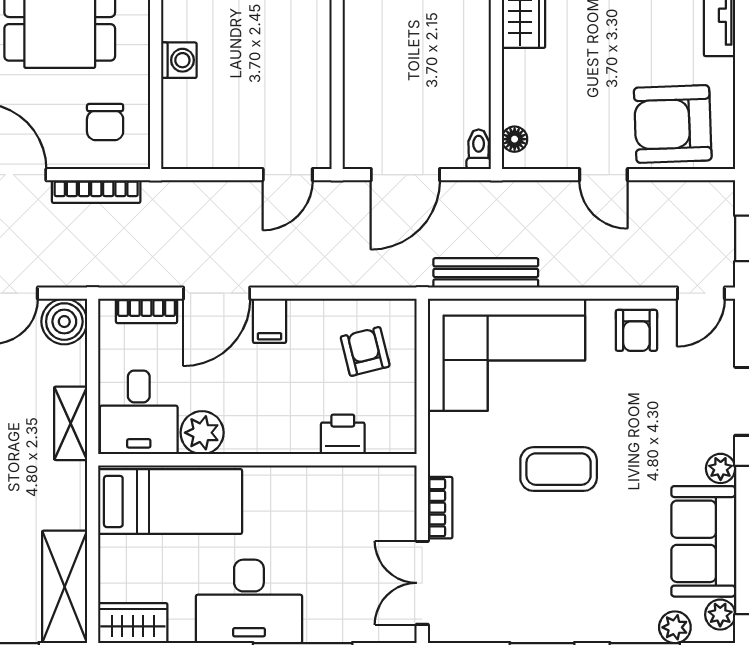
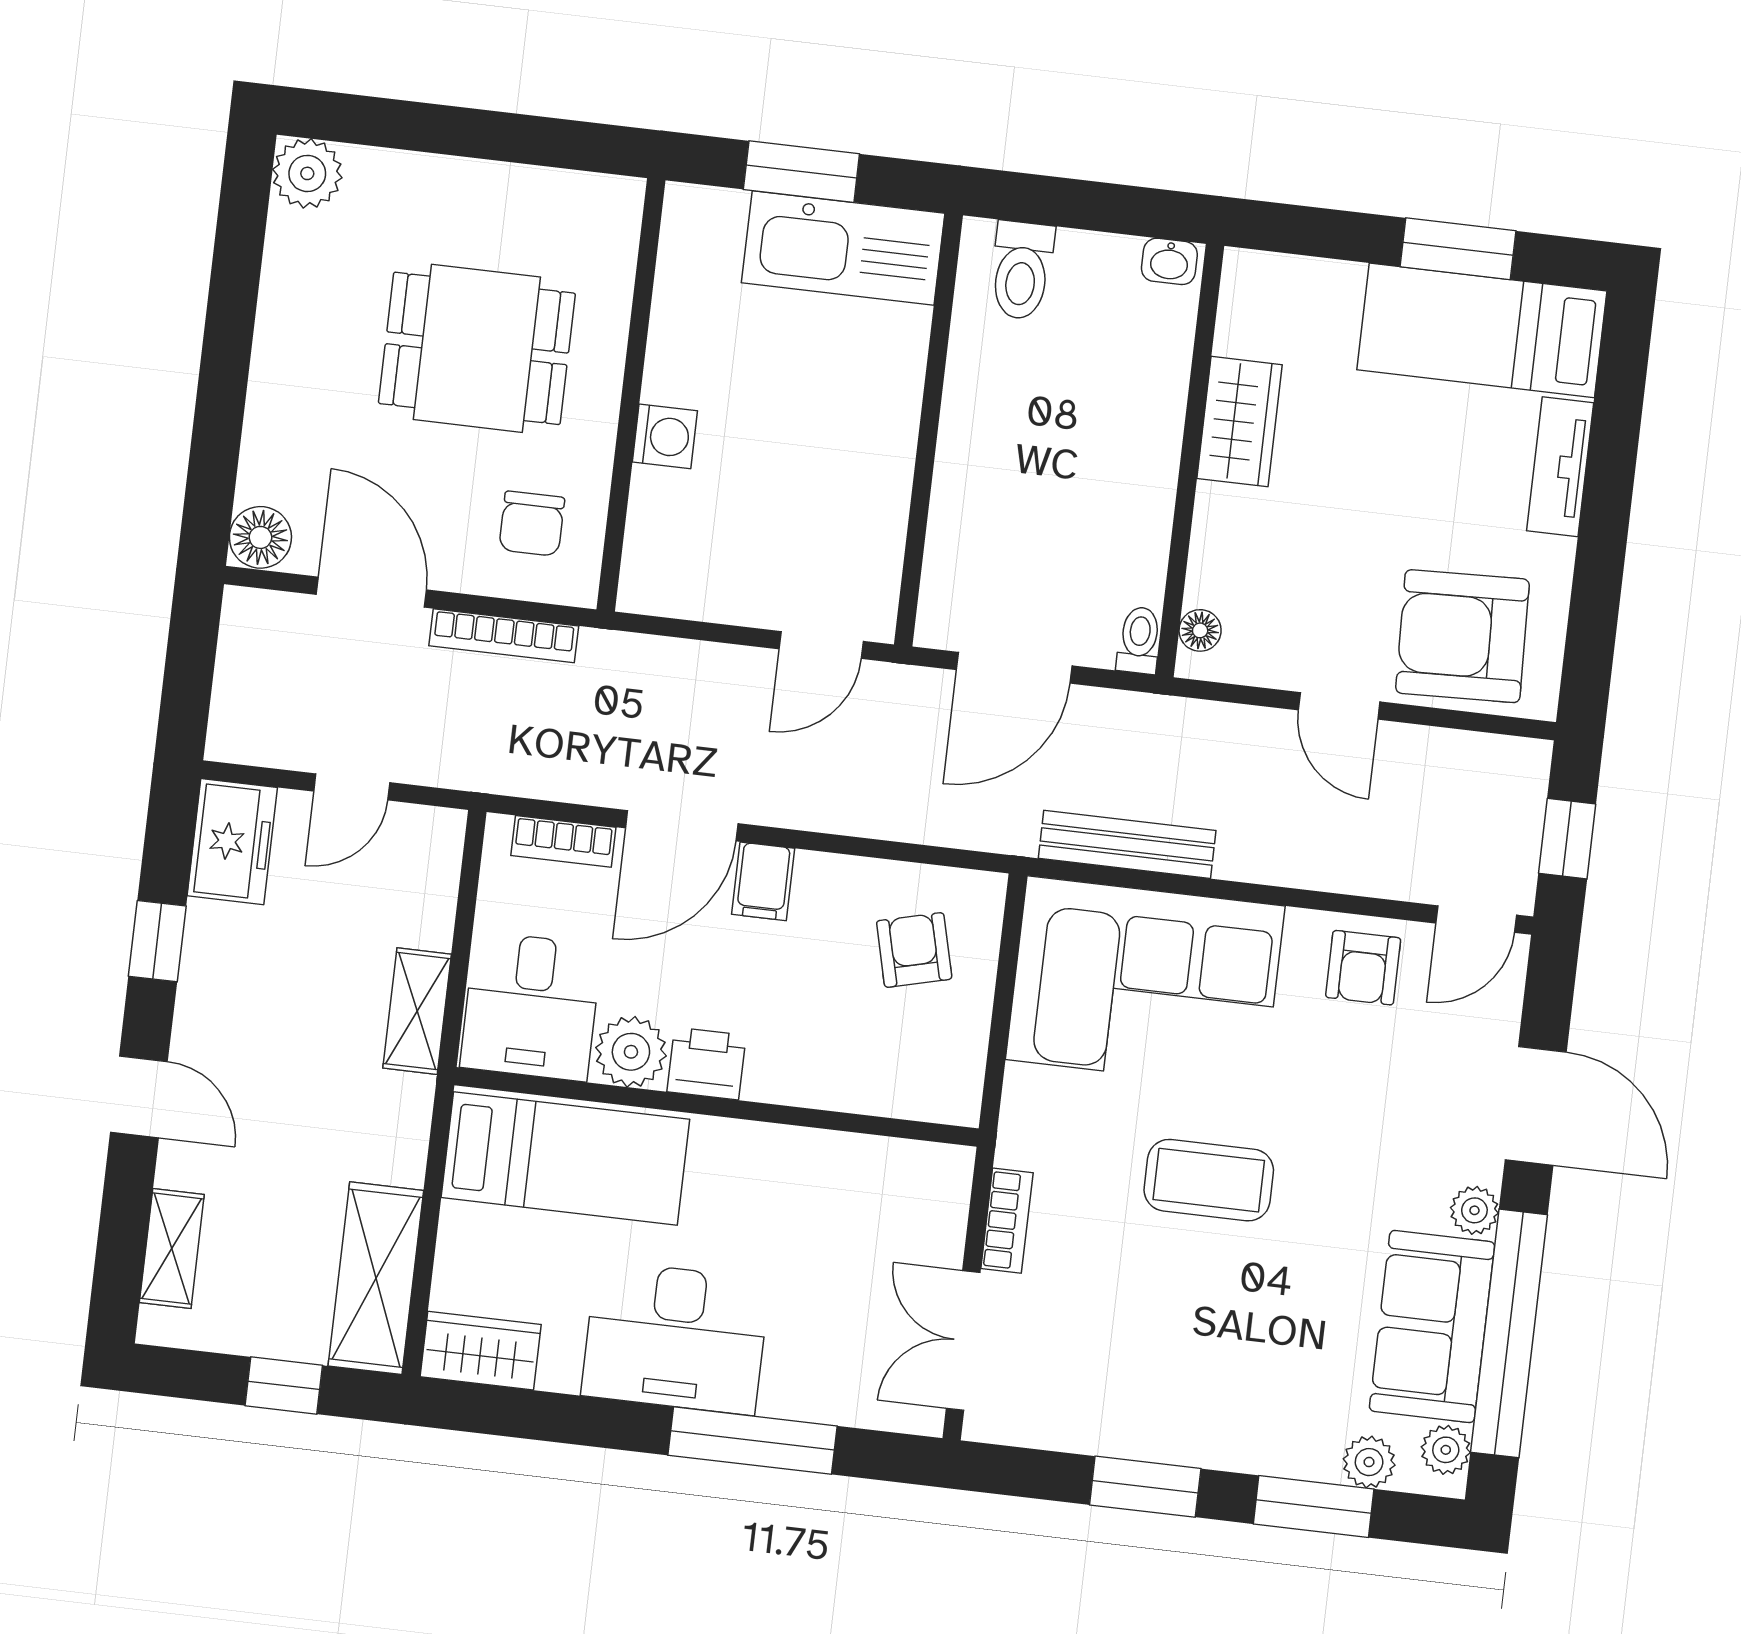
boiler: (64, 322) -> (426, 843), removed
printer: (343, 434) -> (707, 1064), moved

